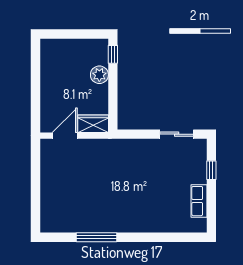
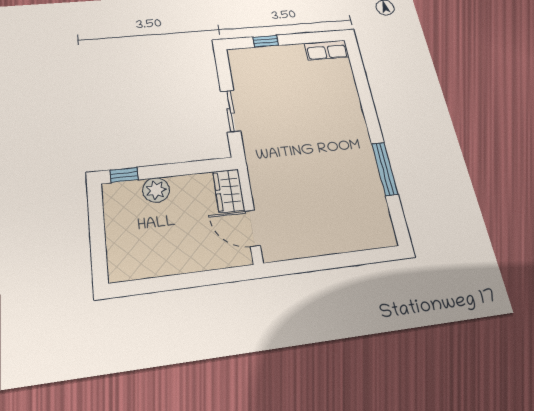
sliding door: (177, 134) -> (230, 111), moved
row of seats: (199, 201) -> (327, 50), moved

